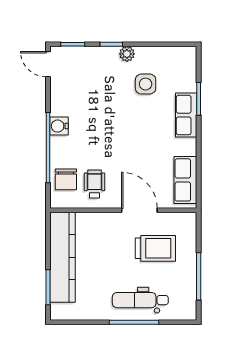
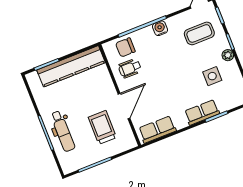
coffee table: (85, 79) -> (199, 33), added
wheelchair: (94, 184) -> (130, 68), turned 180
trolley: (155, 248) -> (102, 127), turned 180
dental chair: (140, 300) -> (63, 131), turned 180

